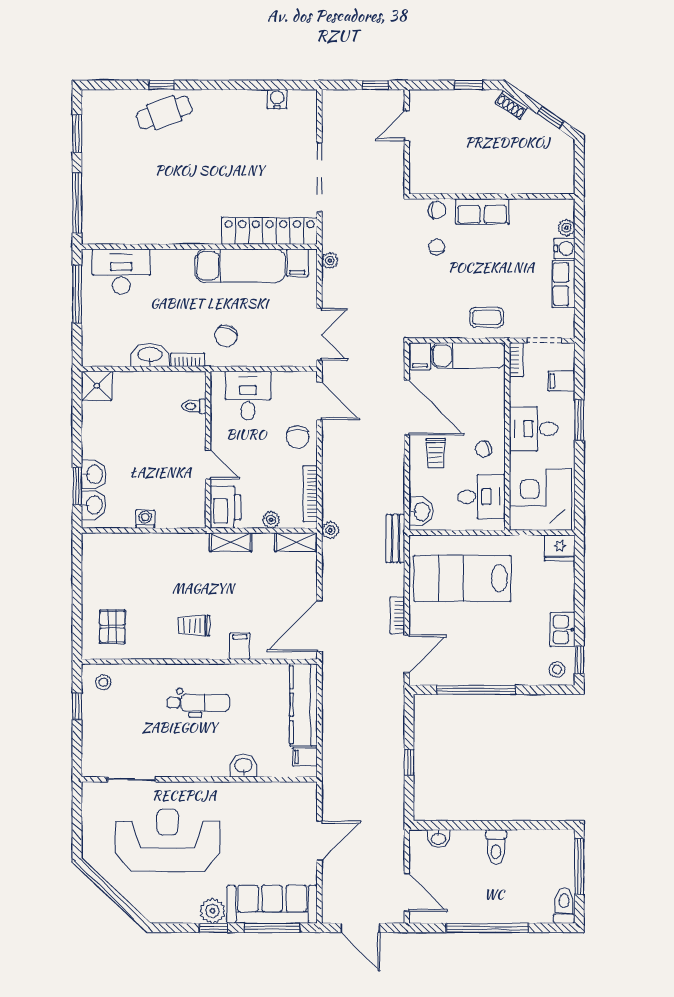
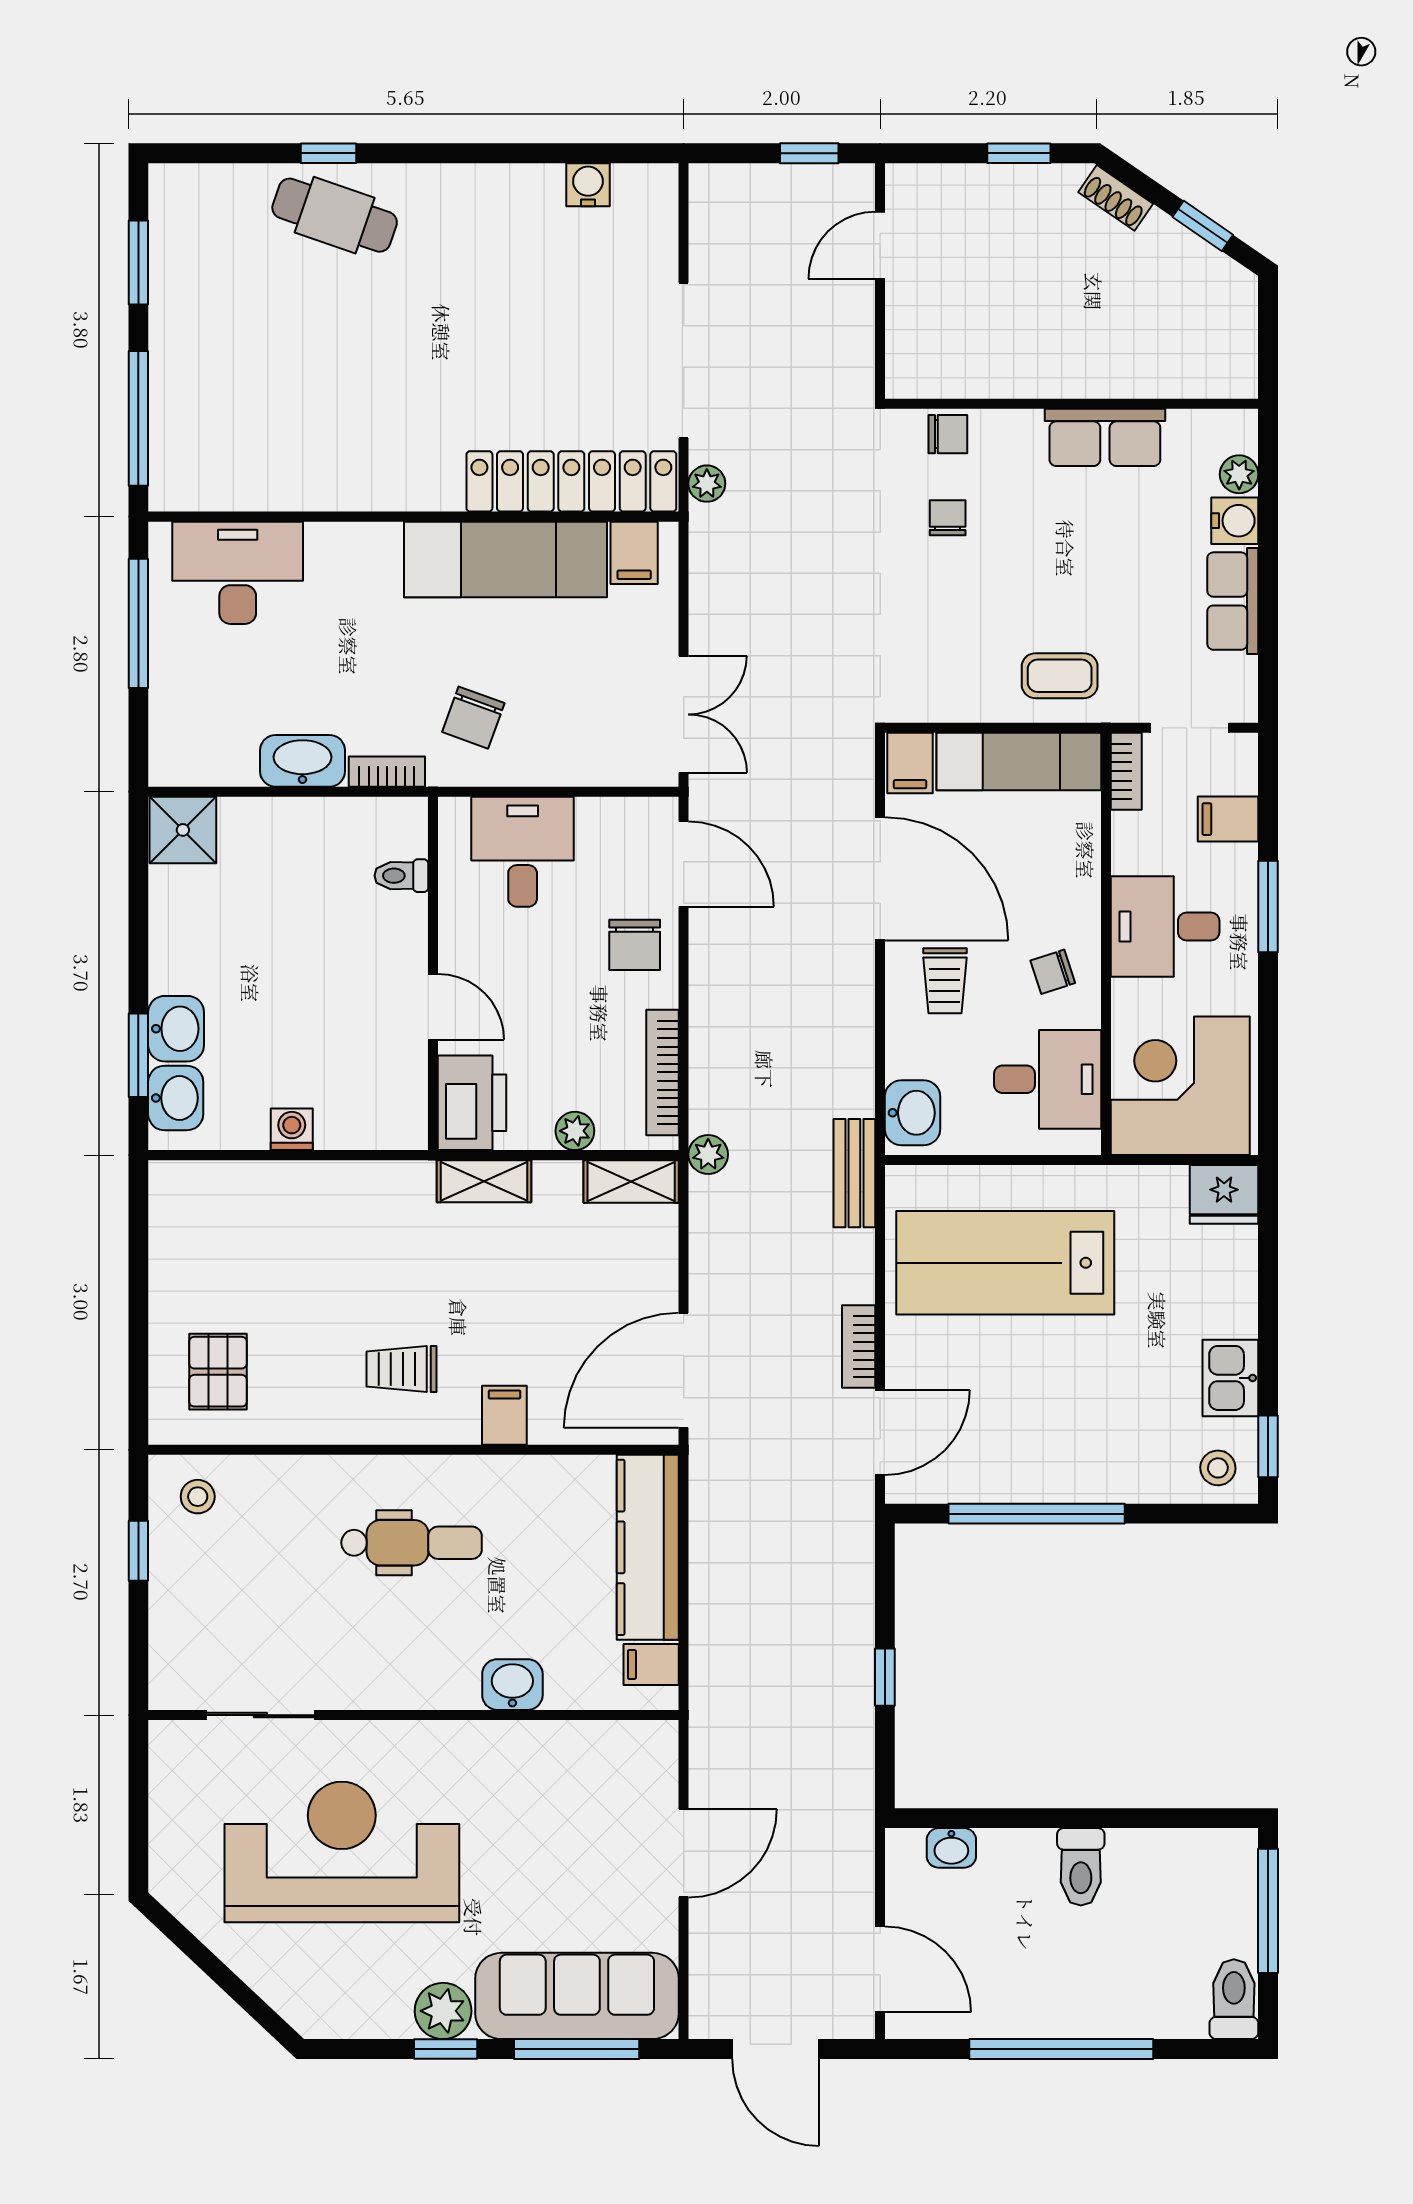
cafe table: (164, 113) -> (335, 215), turned 38
row of seats: (482, 211) -> (1105, 437), moved
plant: (330, 261) -> (707, 484), moved

